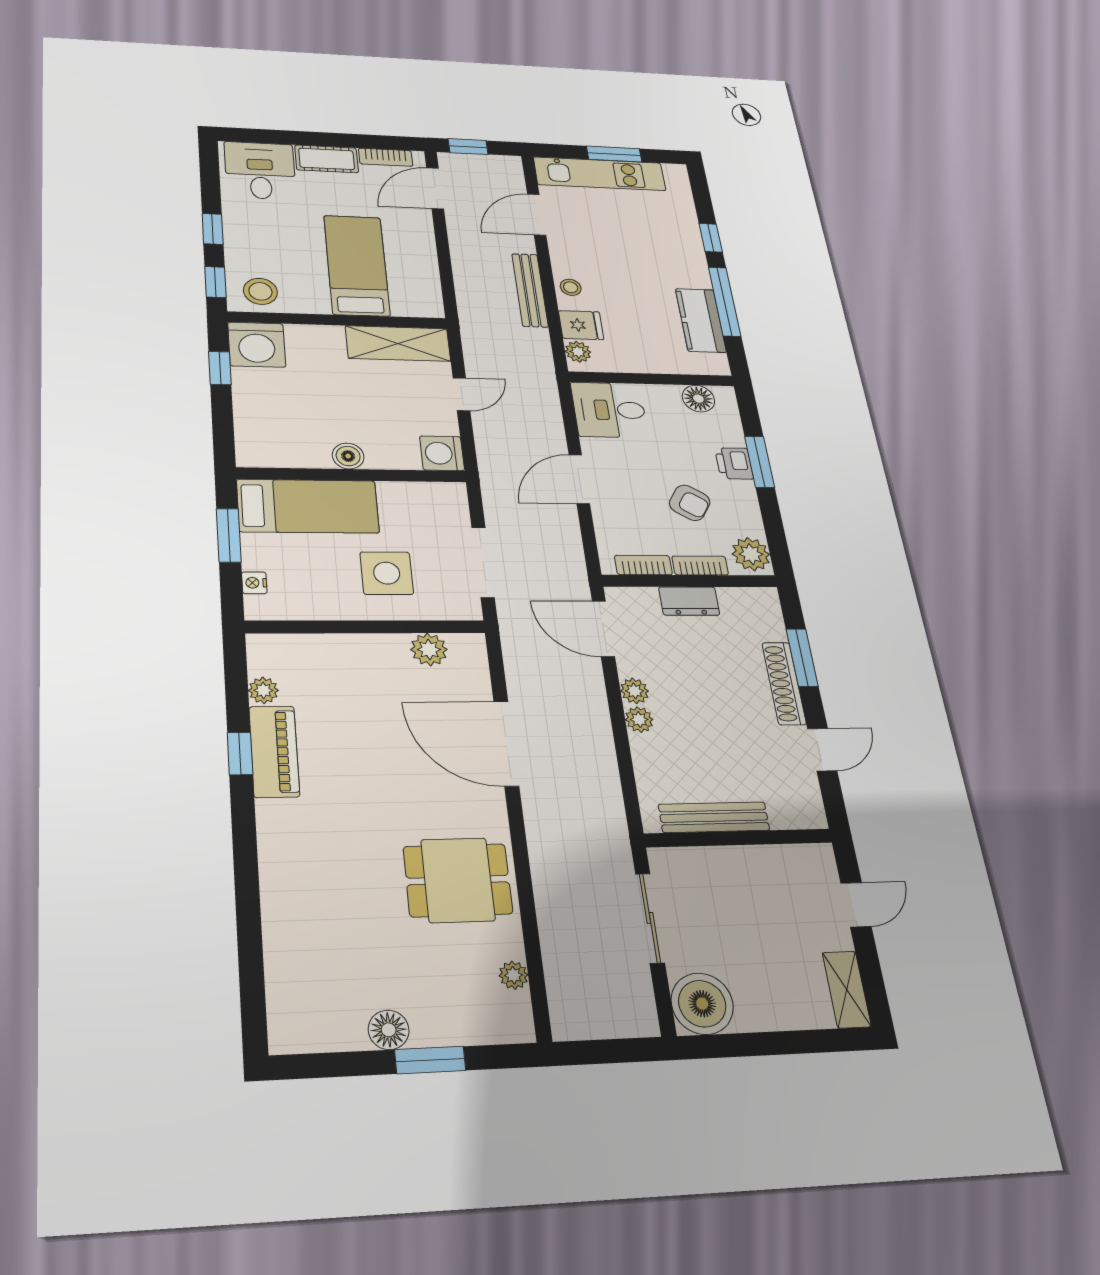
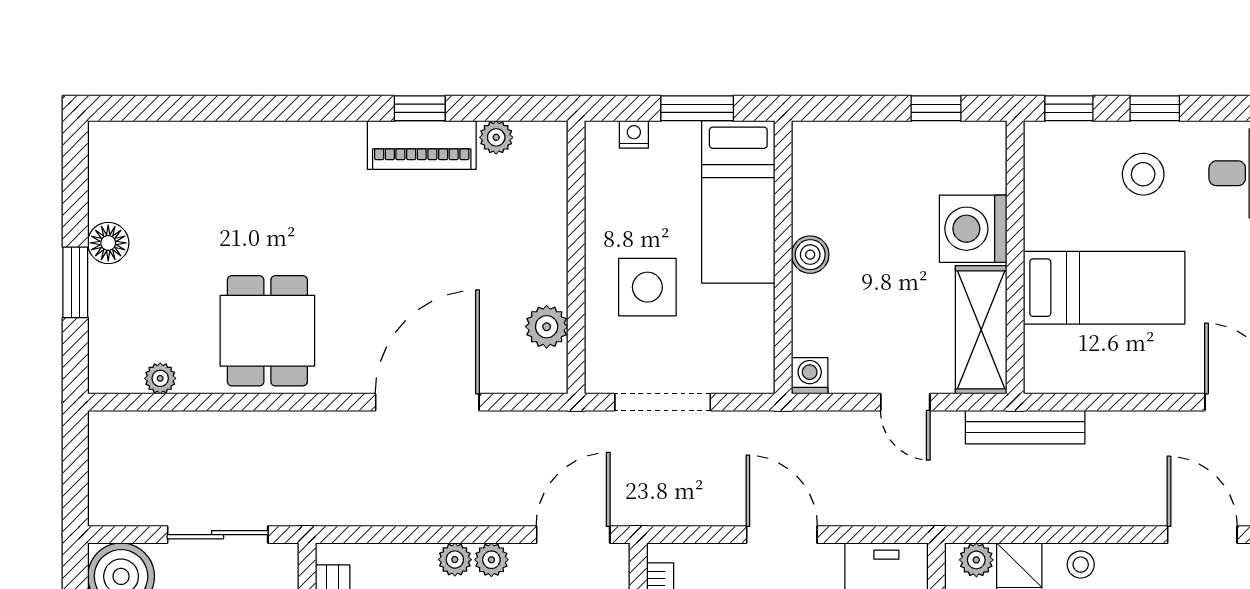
bench: (530, 290) -> (1025, 427), moved
stool: (260, 291) -> (1143, 174), moved
washing machine: (257, 345) -> (973, 229), moved
washing machine: (442, 453) -> (810, 376), width x0.73, depth x0.73

